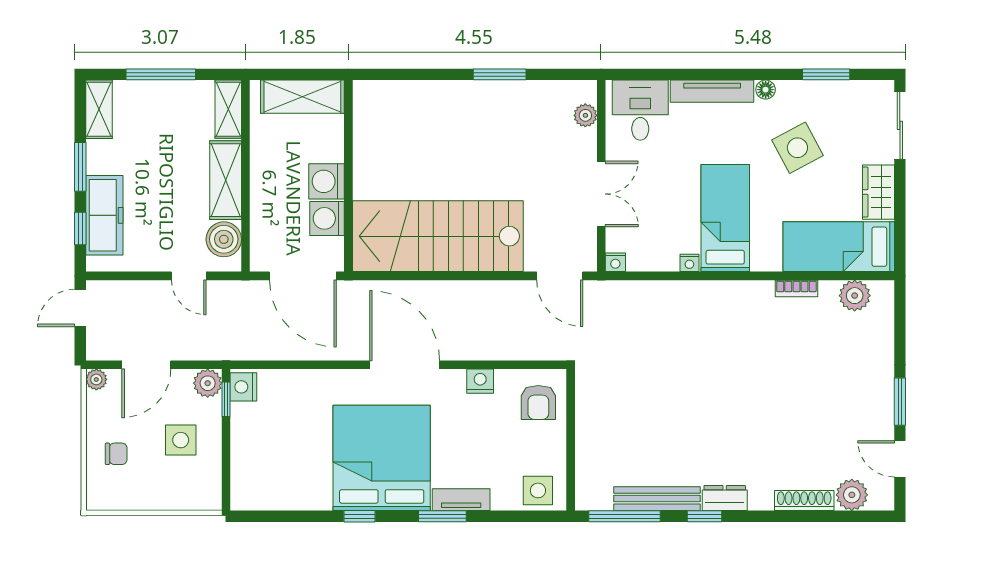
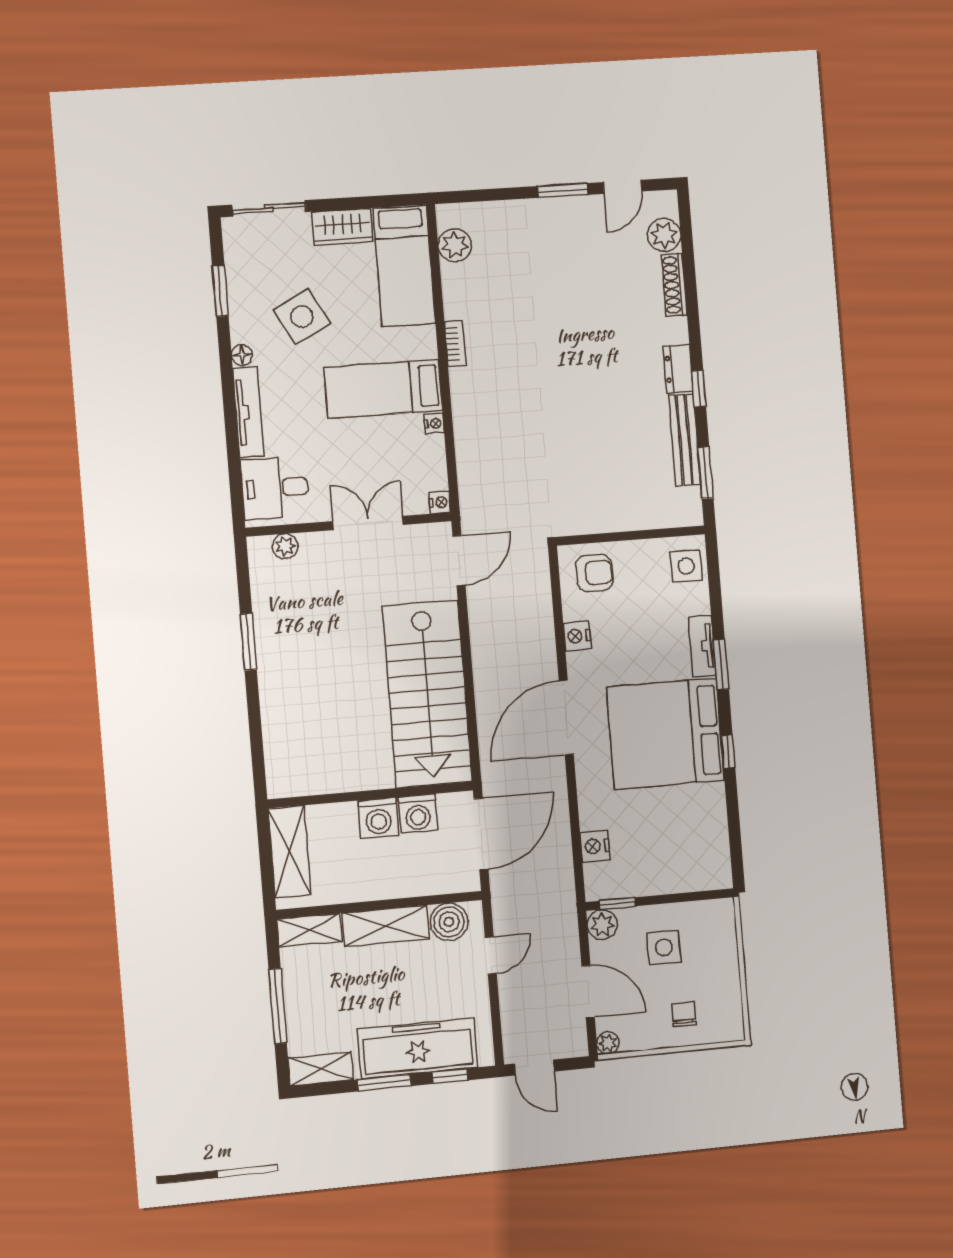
freezer: (104, 215) -> (418, 1048), width x1.36, depth x1.26
bookcase: (796, 288) -> (455, 344), moved
nightstand: (243, 387) -> (595, 846), moved, turned 90
window: (625, 516) -> (706, 473), width x0.69

